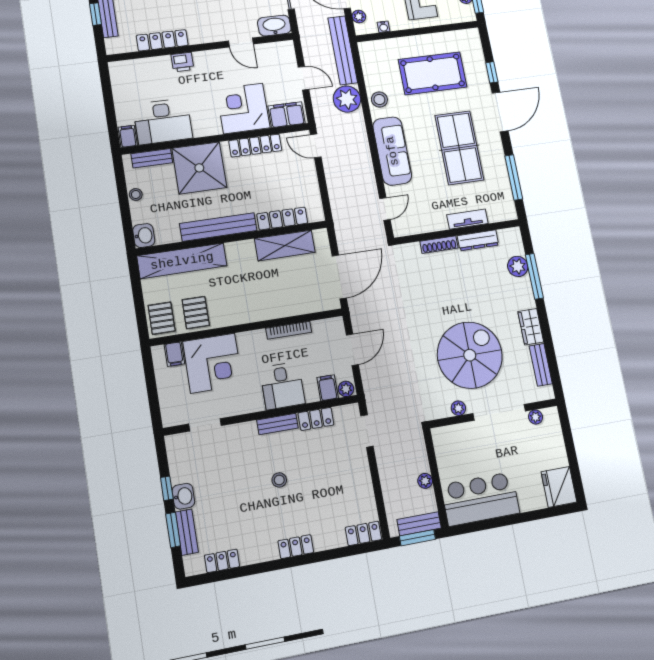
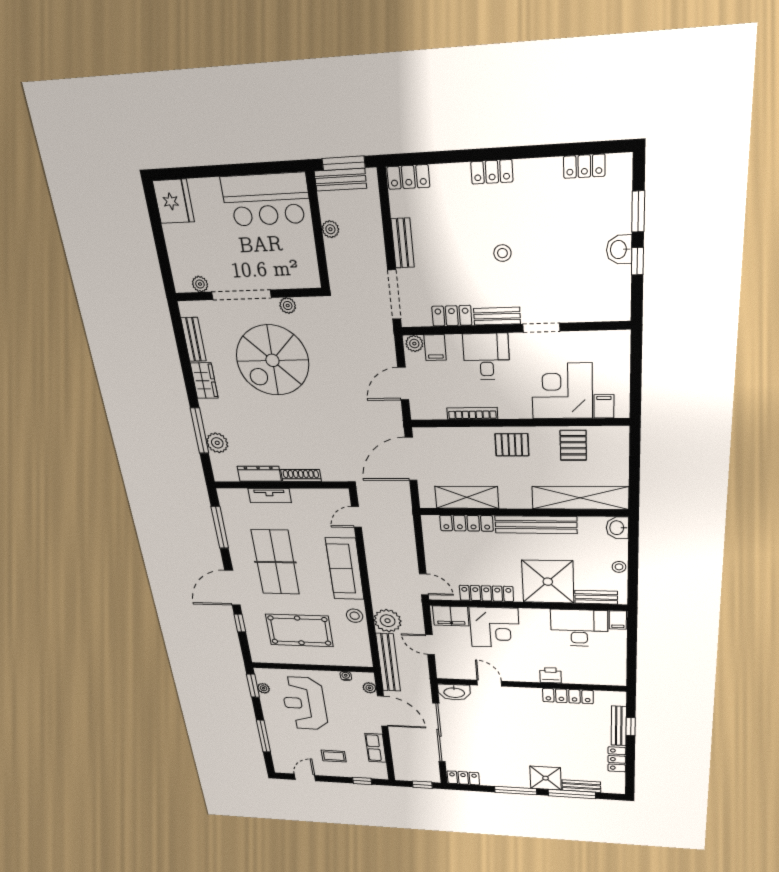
pallet: (162, 318) -> (512, 445), moved, turned 90
doorway: (205, 425) -> (541, 328), moved
doorway: (367, 431) -> (394, 295), width x1.38
bench: (187, 532) -> (403, 243), moved

